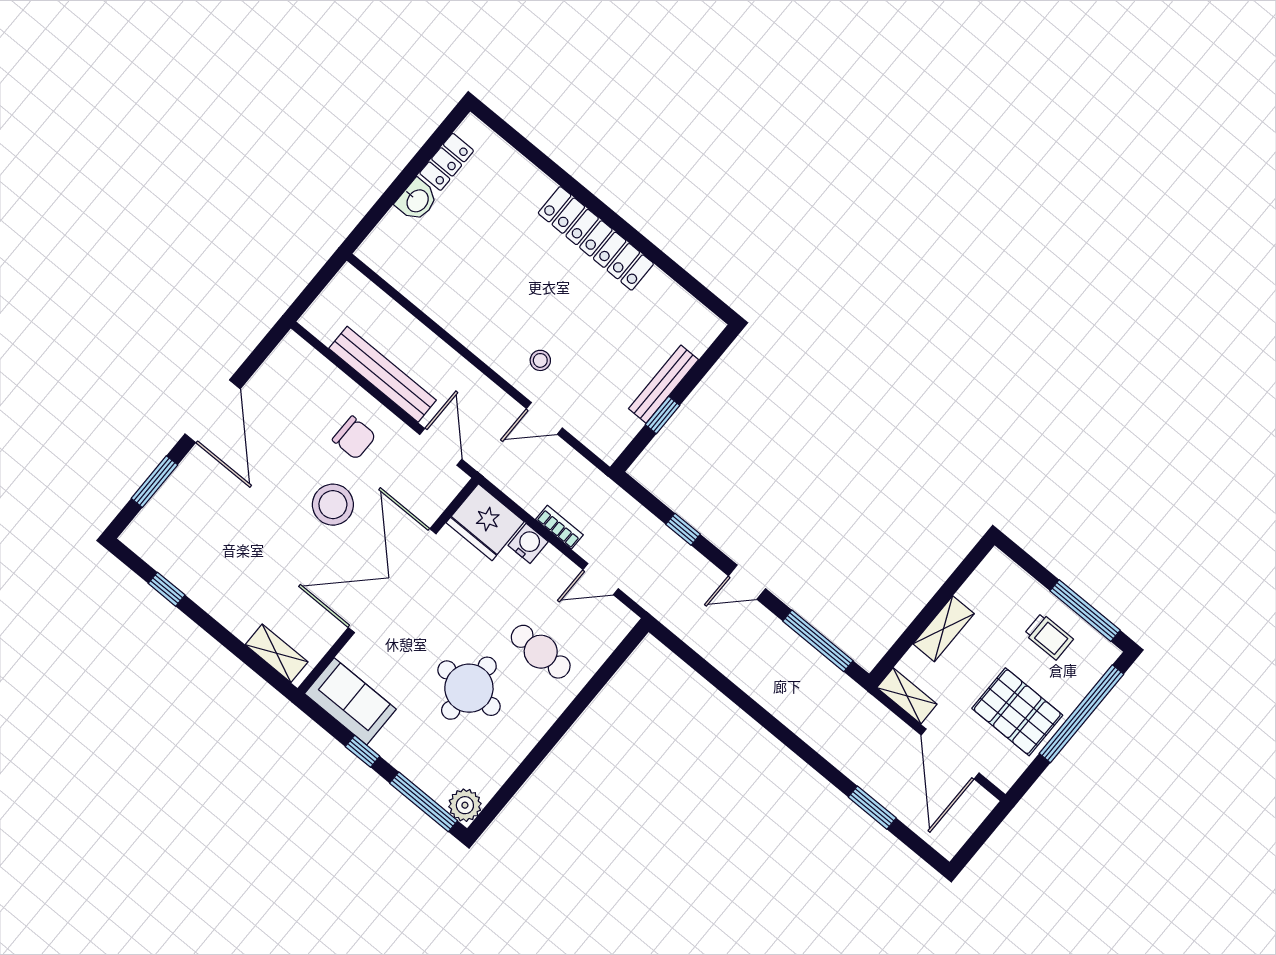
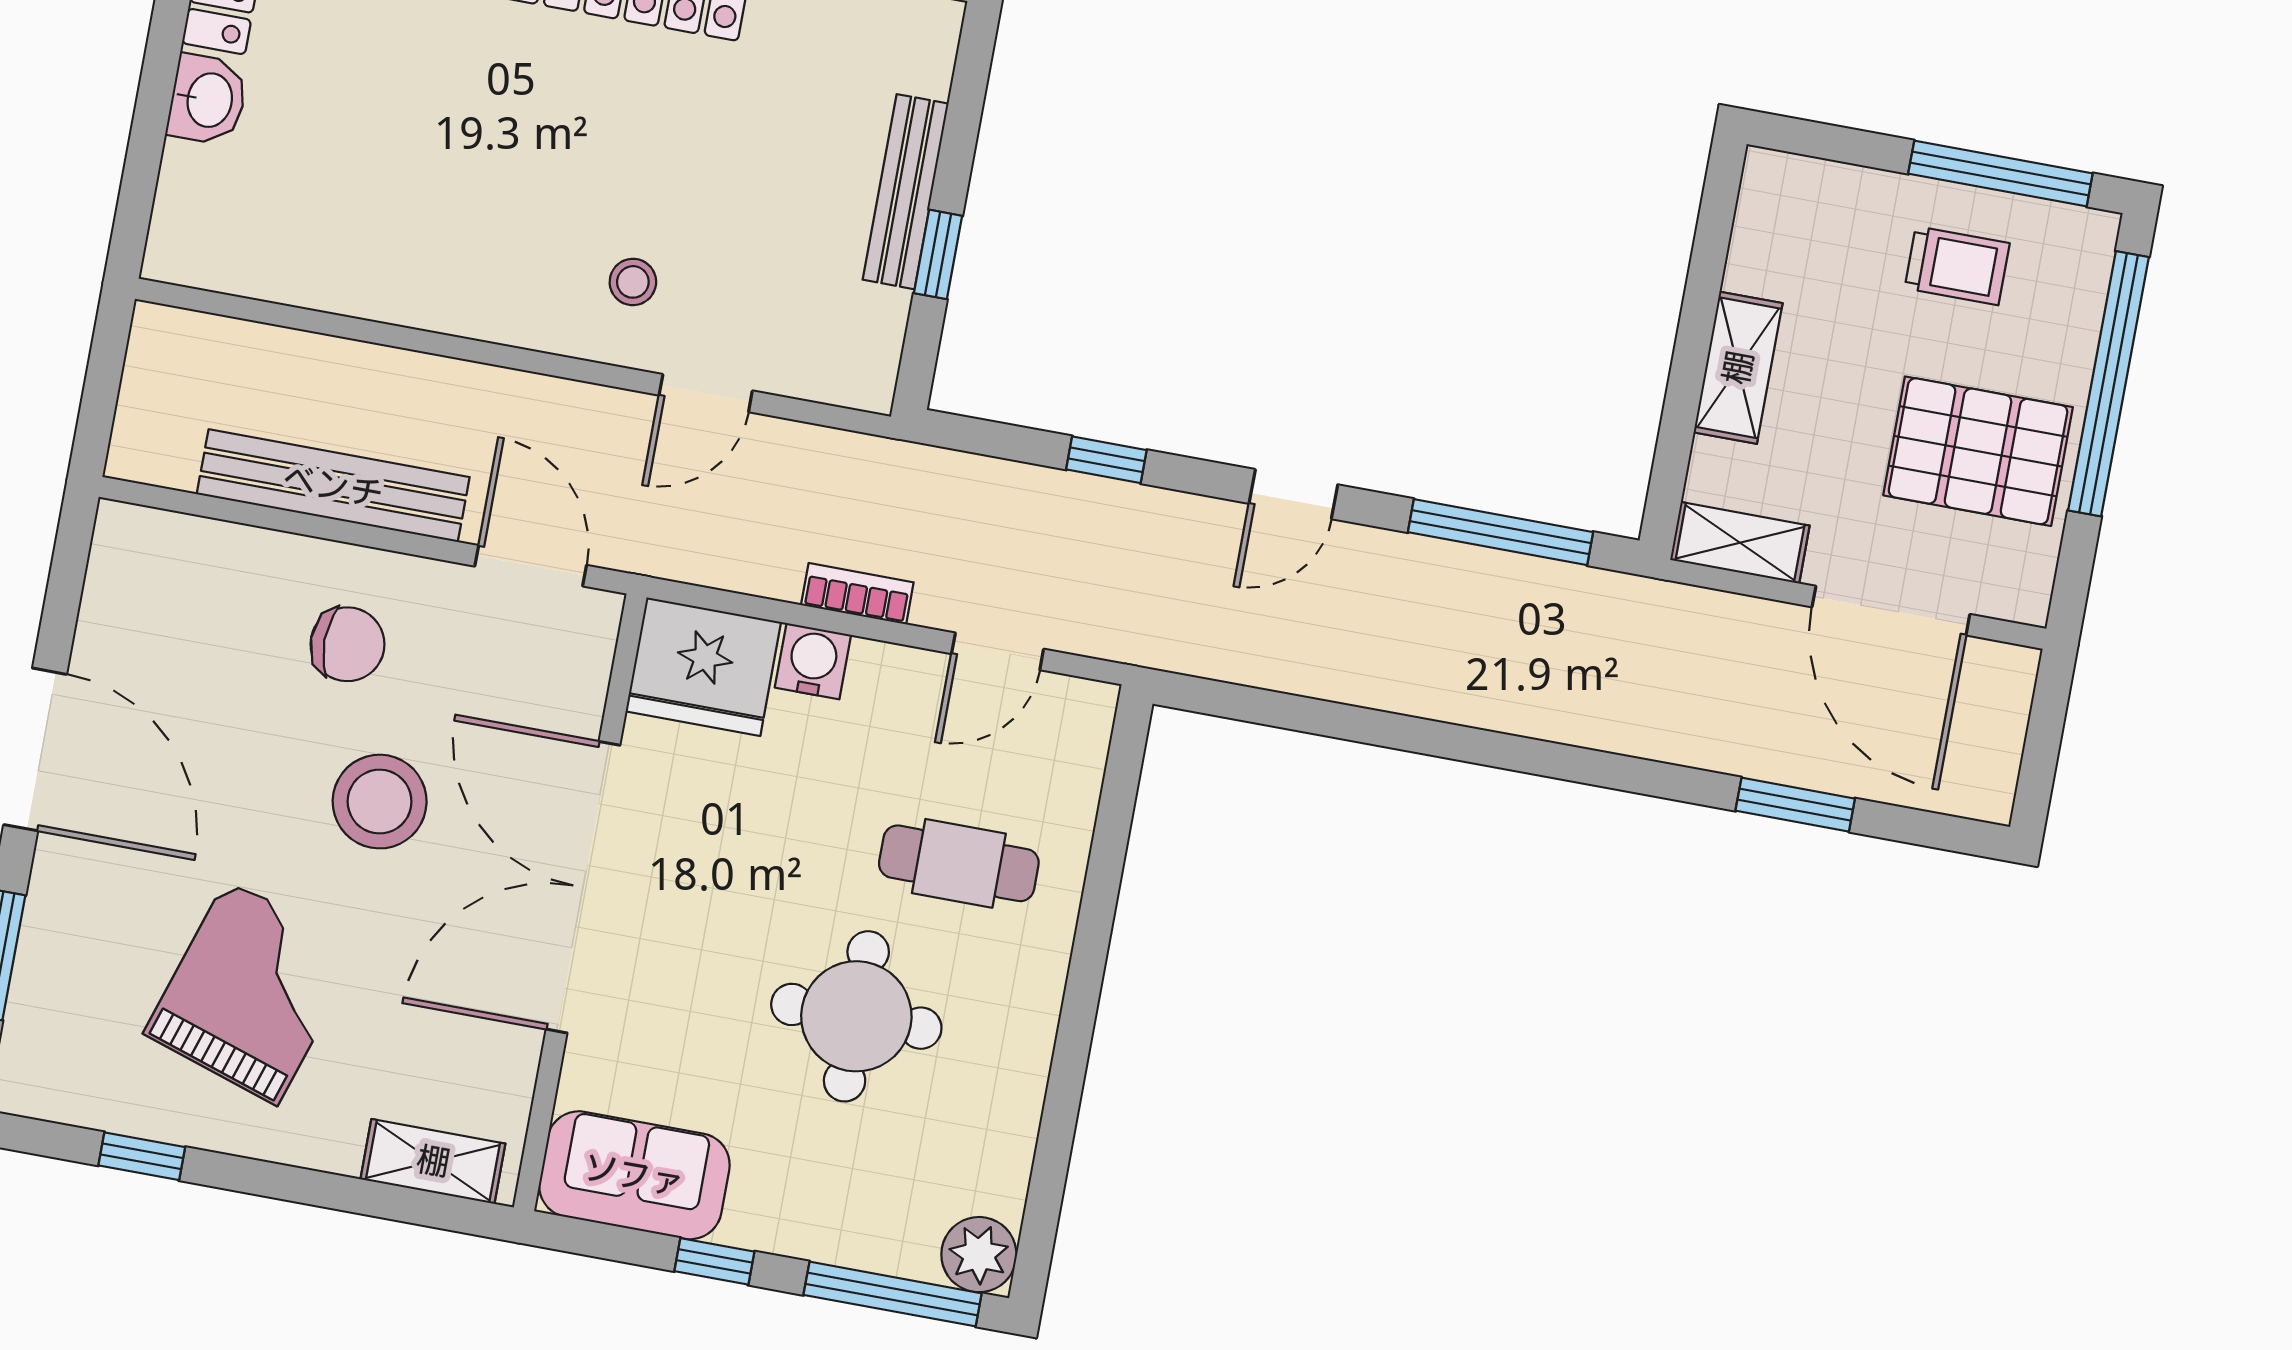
grand piano: (244, 550) -> (252, 992), added

